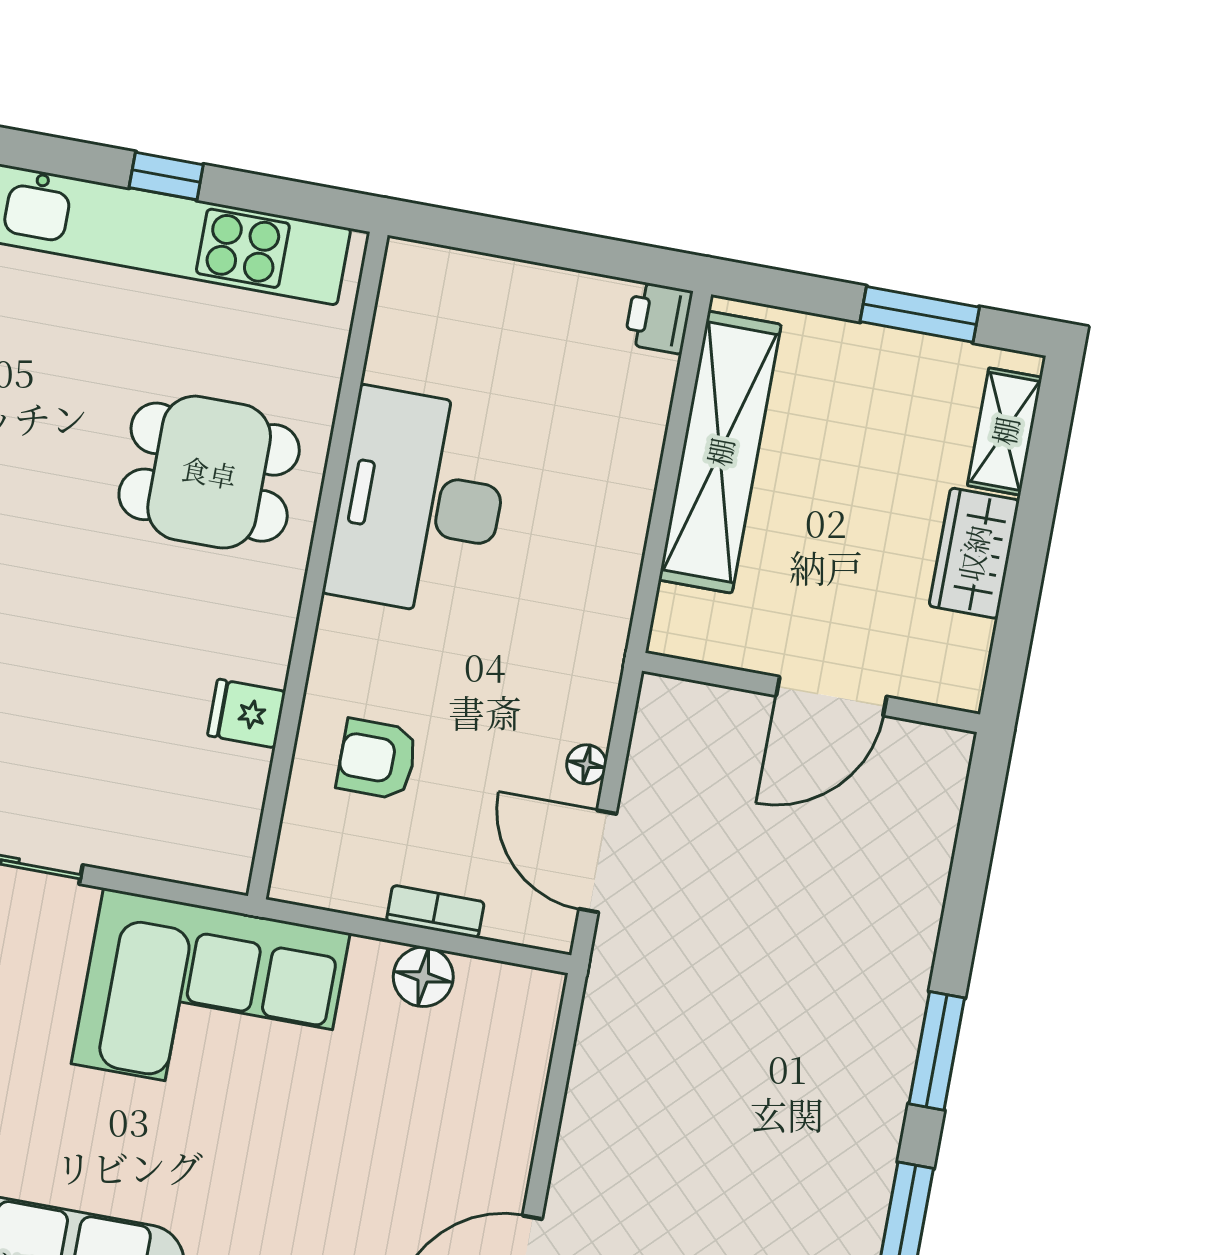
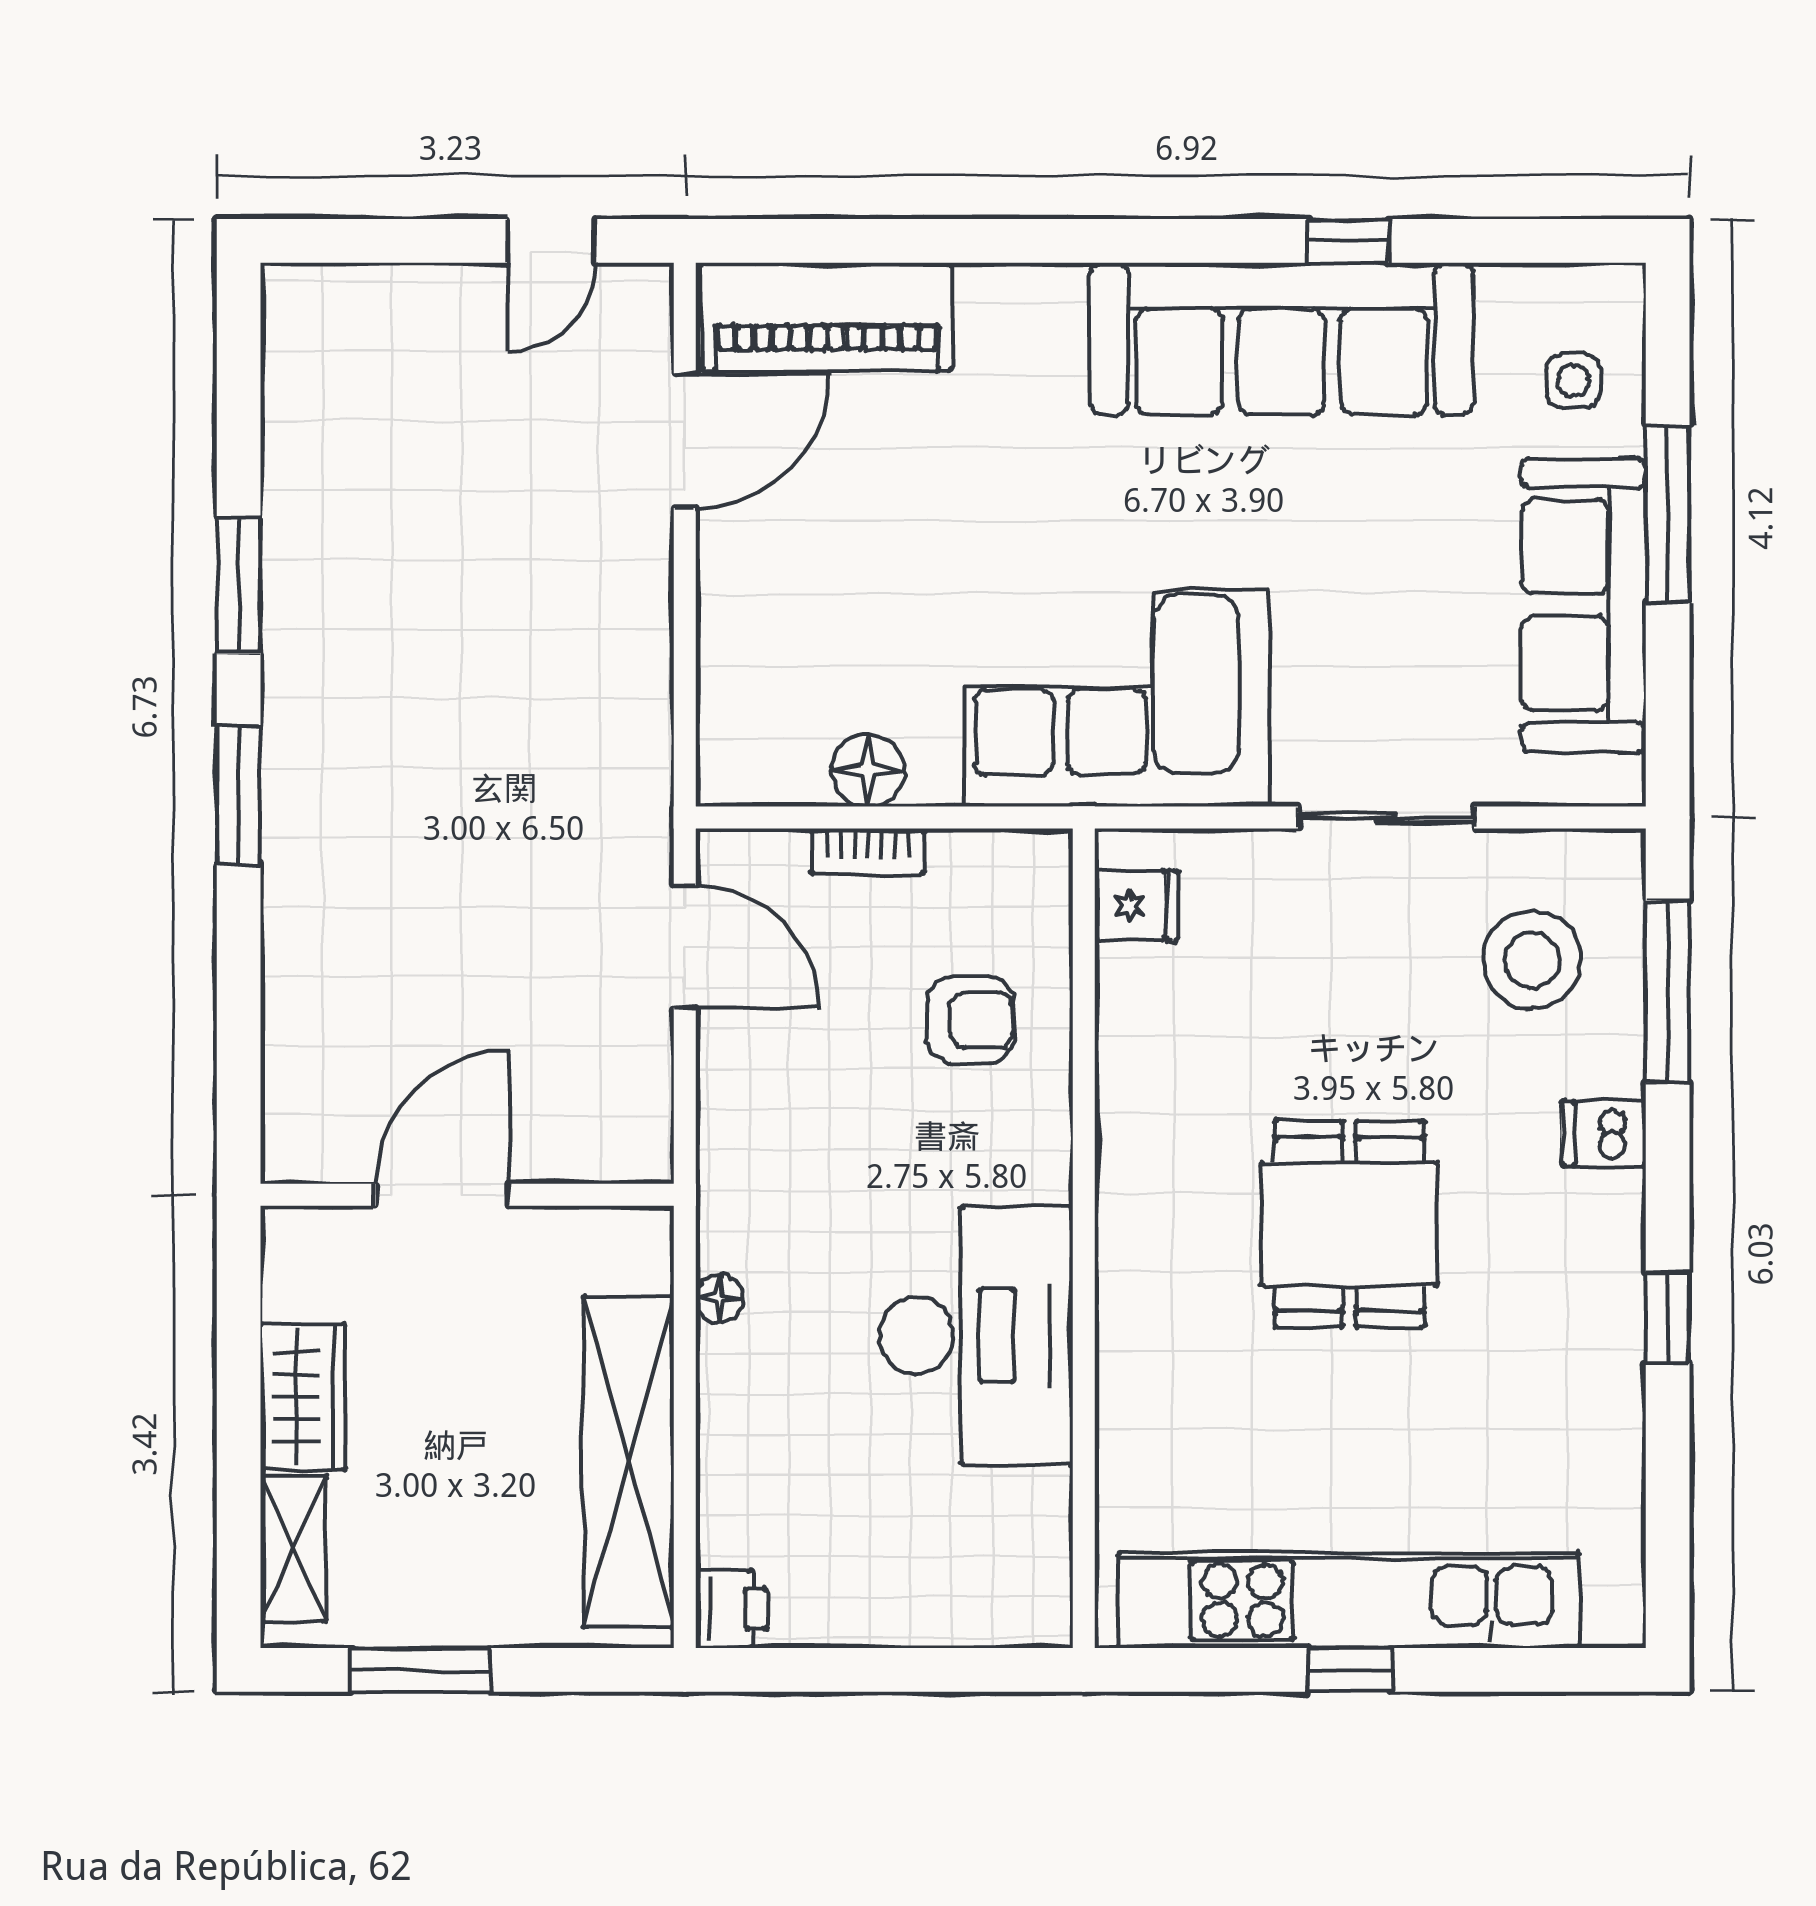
dining table: (209, 472) -> (1349, 1224), moved, turned 90
fridge: (246, 713) -> (1136, 905), moved
floor lamp: (586, 764) -> (719, 1299), moved

